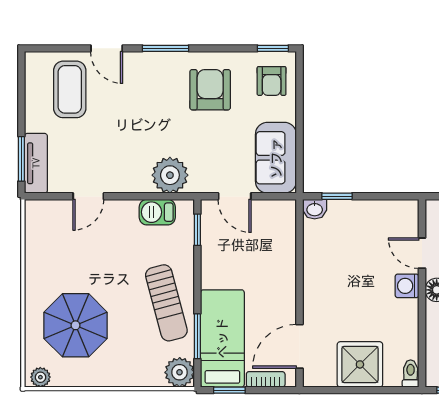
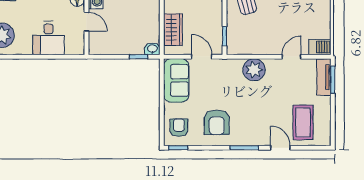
plant: (170, 175) -> (254, 70), moved
barbecue: (157, 212) -> (320, 47), moved
wardrobe: (281, 240) -> (173, 30), added

